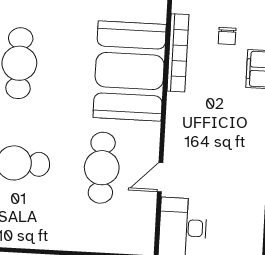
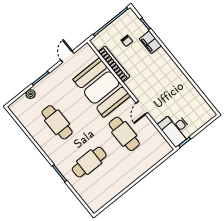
door: (160, 177) -> (142, 108), moved

